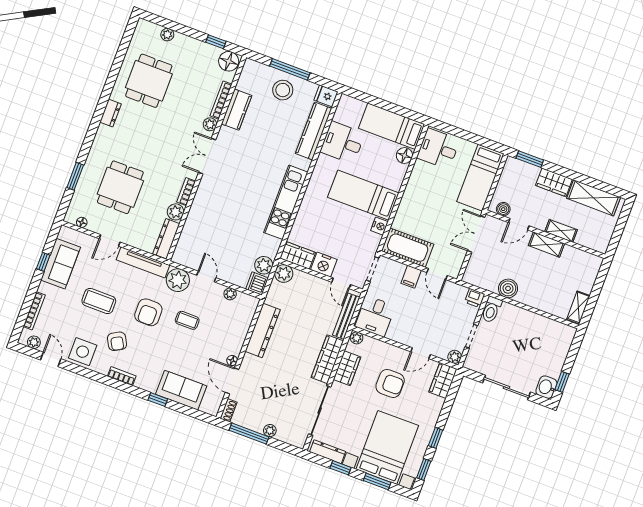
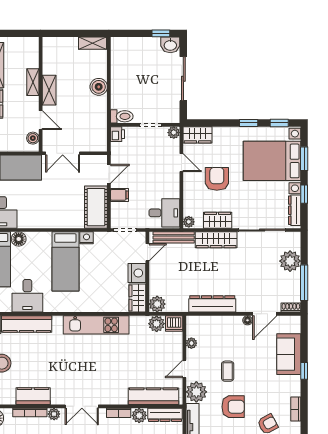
kitchen counter: (190, 234) -> (154, 396), added
boiler: (508, 288) -> (99, 87), moved
plant: (270, 431) -> (290, 261), width x1.87, depth x1.87

